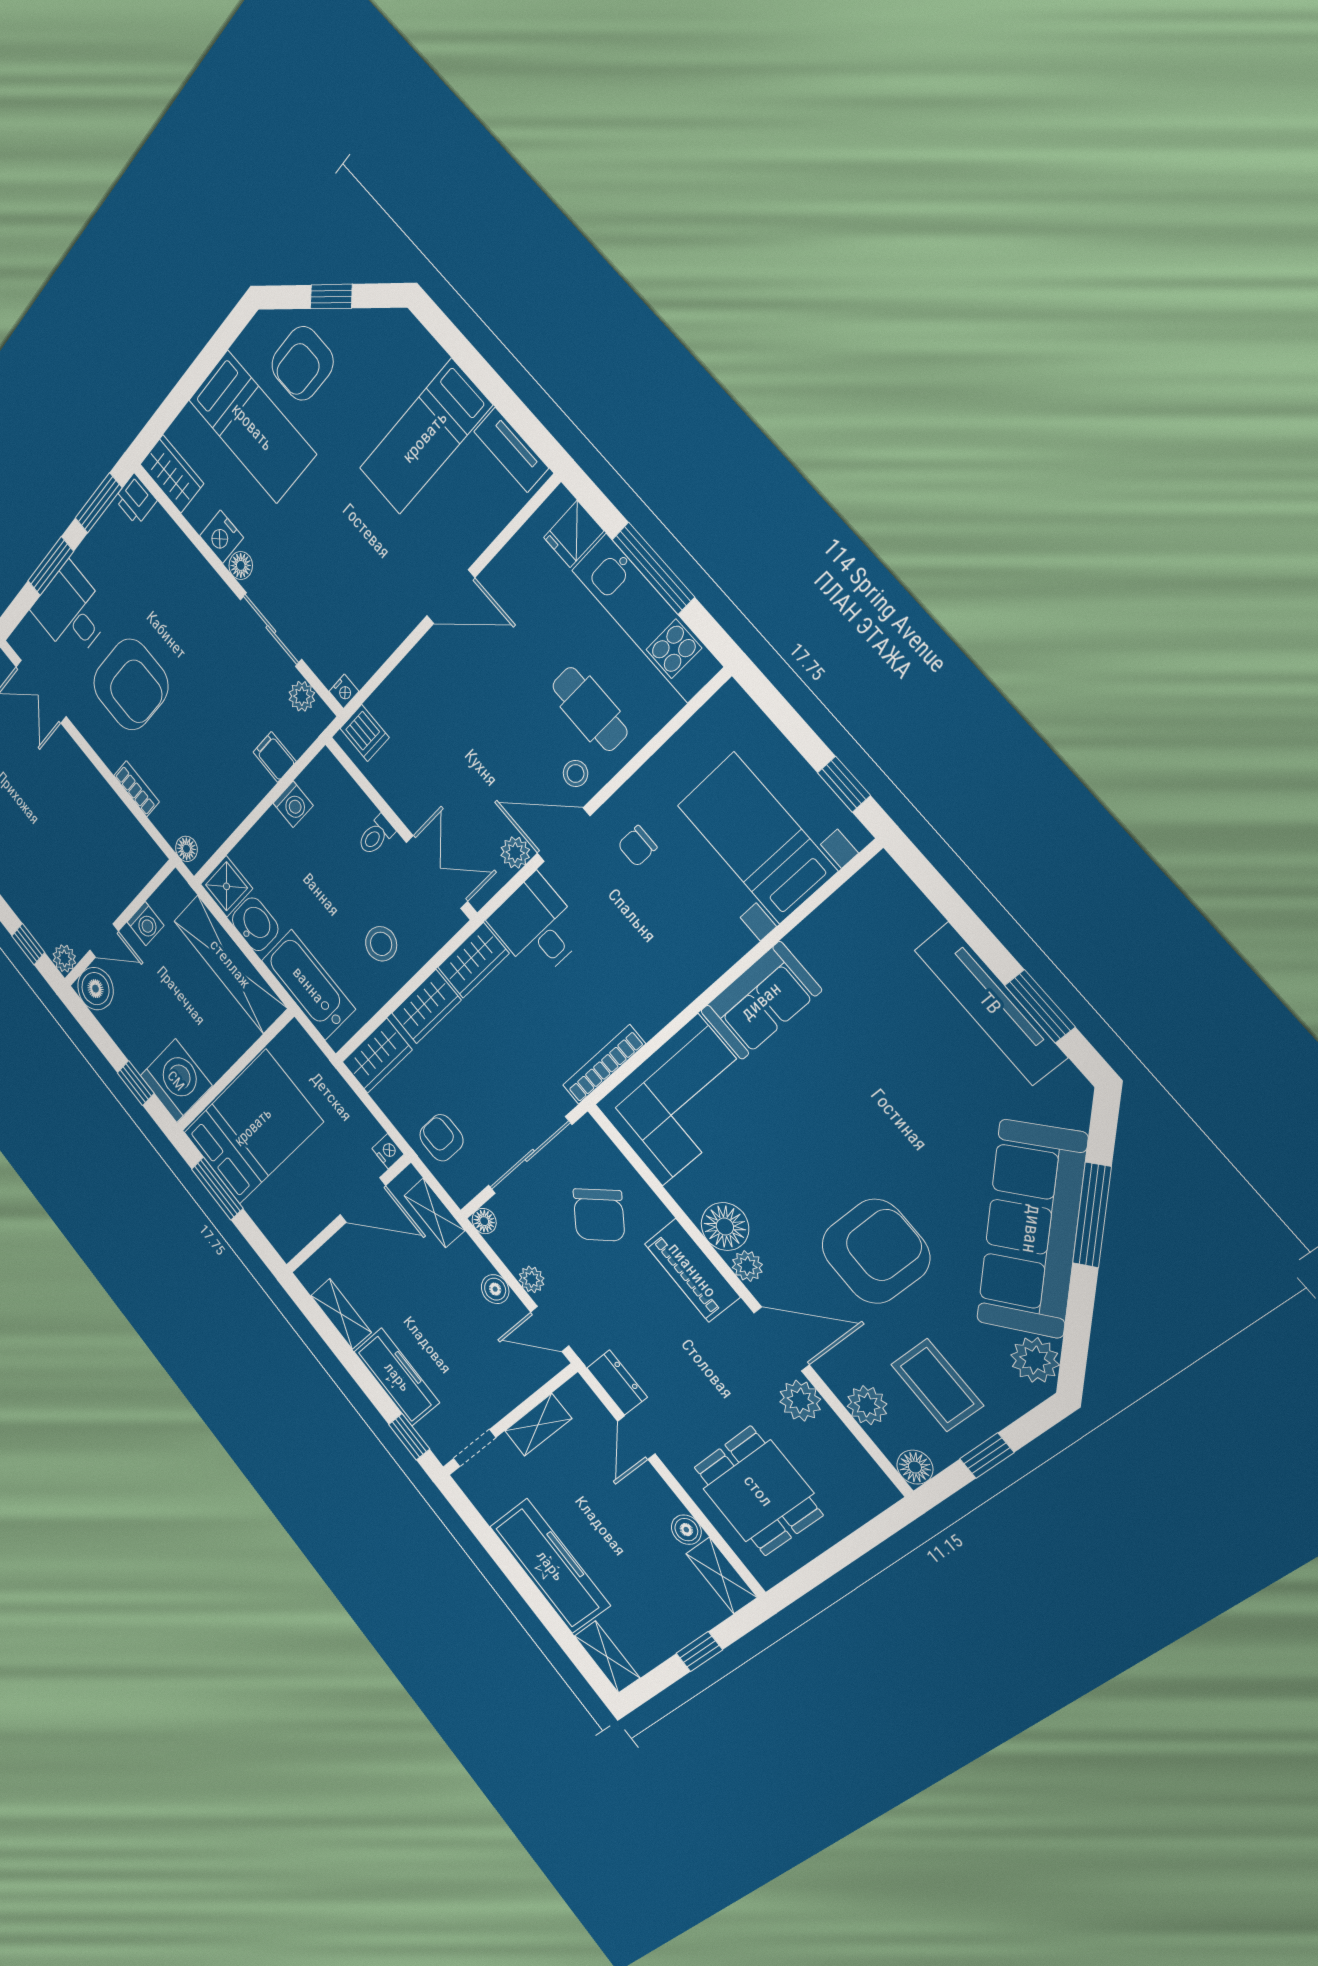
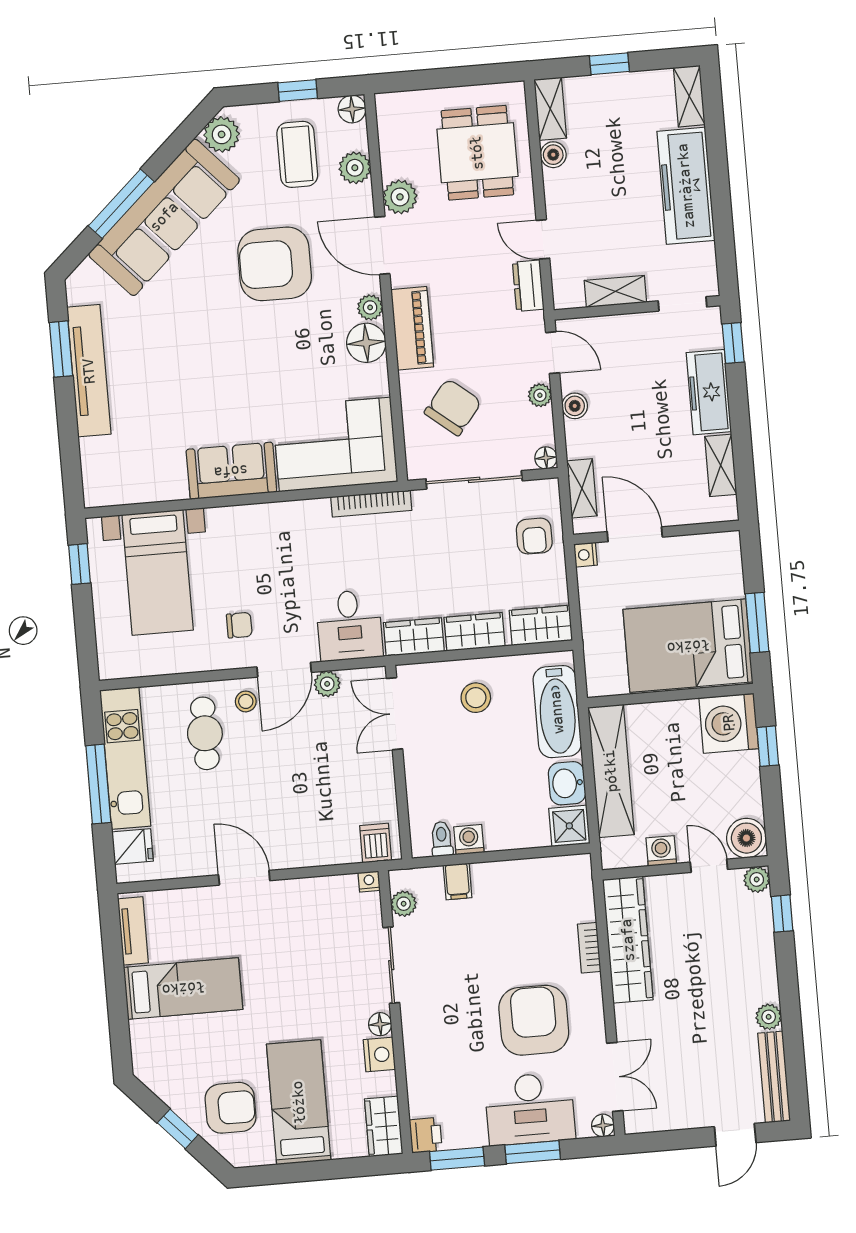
desk: (72, 612) -> (530, 1109), width x1.37
wardrobe: (115, 822) -> (628, 940), added
toilet: (376, 835) -> (442, 839), moved, turned -90
door: (564, 835) -> (284, 670), hinge flipped
floor lamp: (186, 849) -> (603, 1125), moved
door: (636, 1438) -> (543, 239), swing flipped

